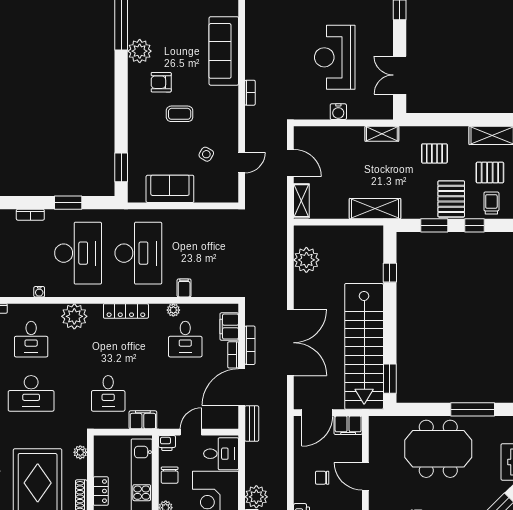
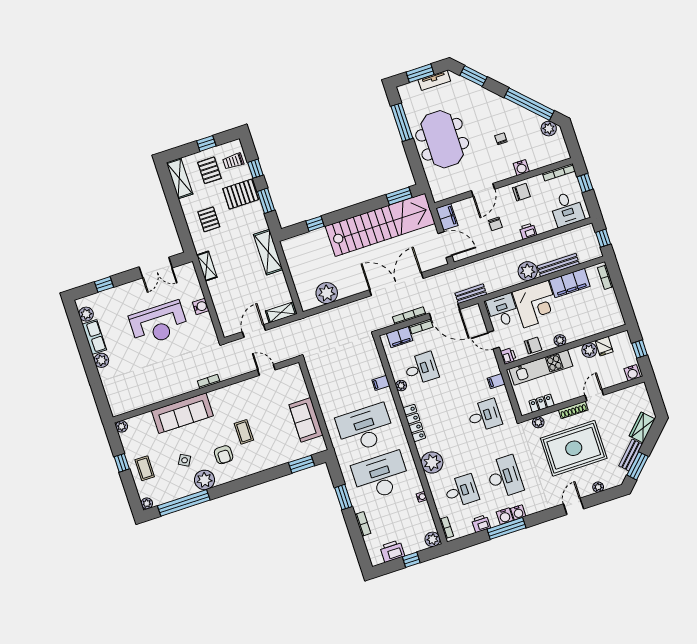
side table: (206, 154) -> (185, 460), moved
filing cabinet: (143, 420) -> (496, 381), width x0.50
locker: (101, 491) -> (541, 403), moved

